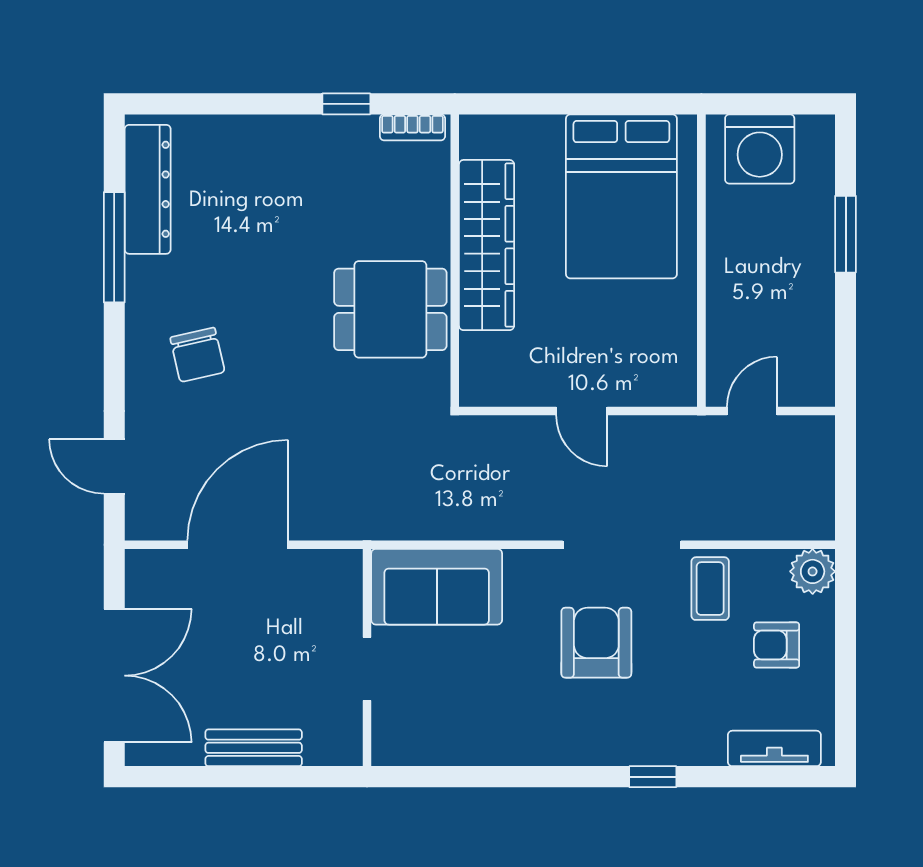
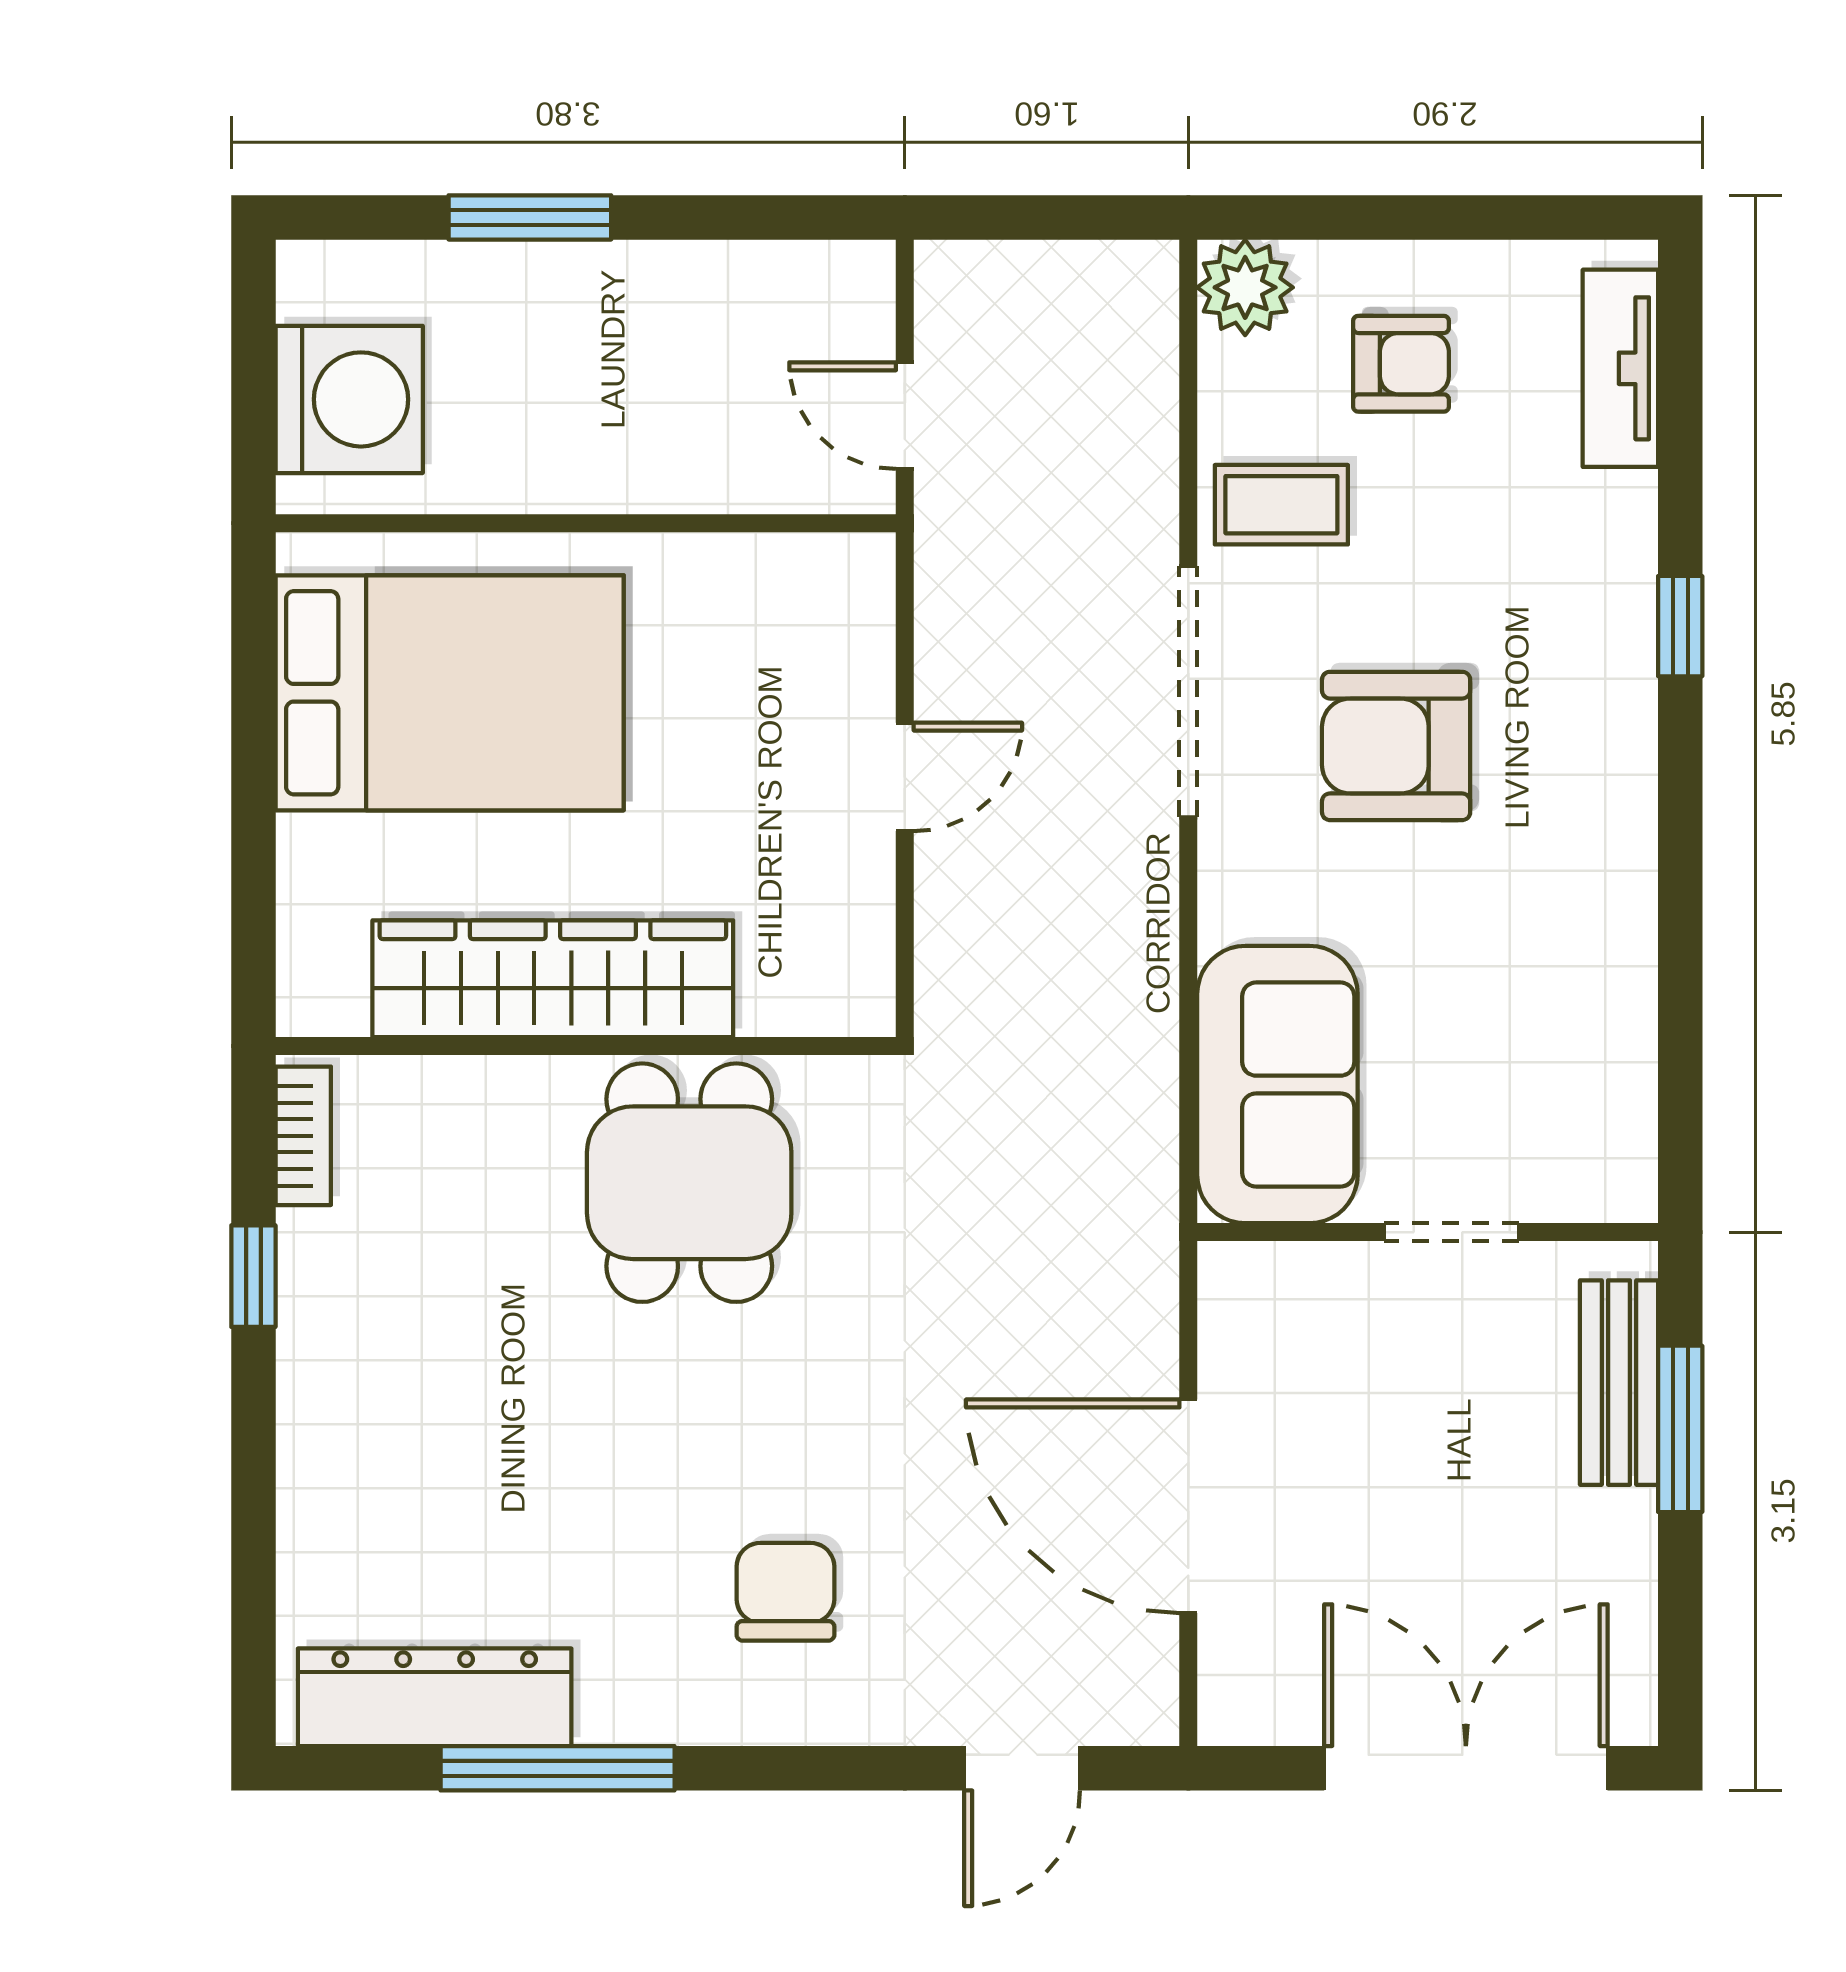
chair: (197, 355) -> (785, 1592), turned -77
armchair: (777, 645) -> (1401, 364), turned -90
bench: (254, 748) -> (1619, 1383), moved
window: (274, 777) -> (1680, 1429), added

